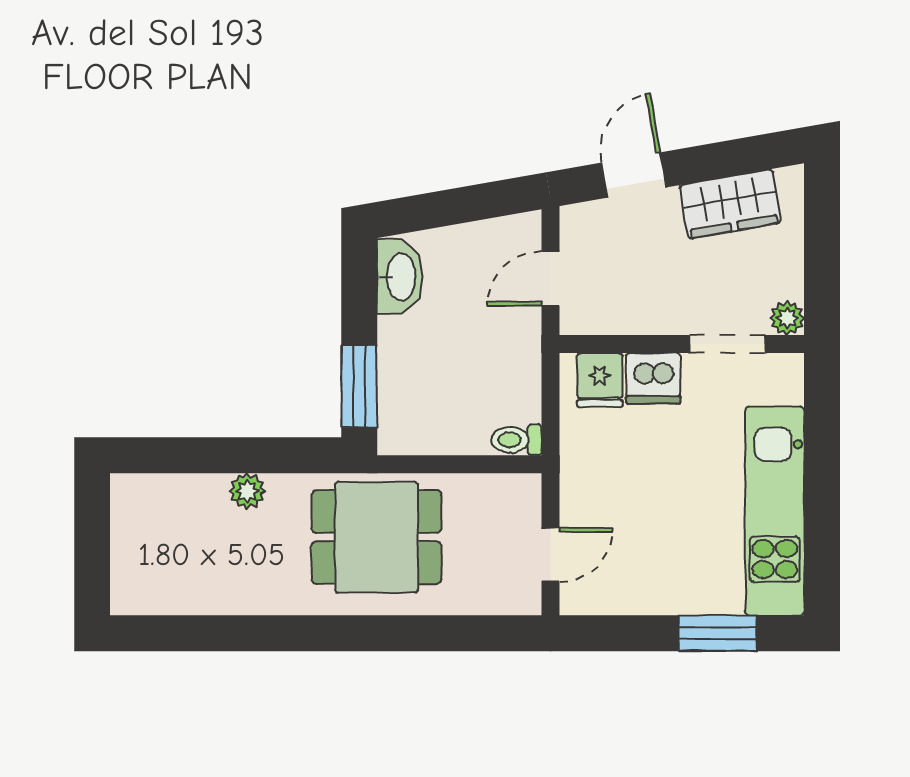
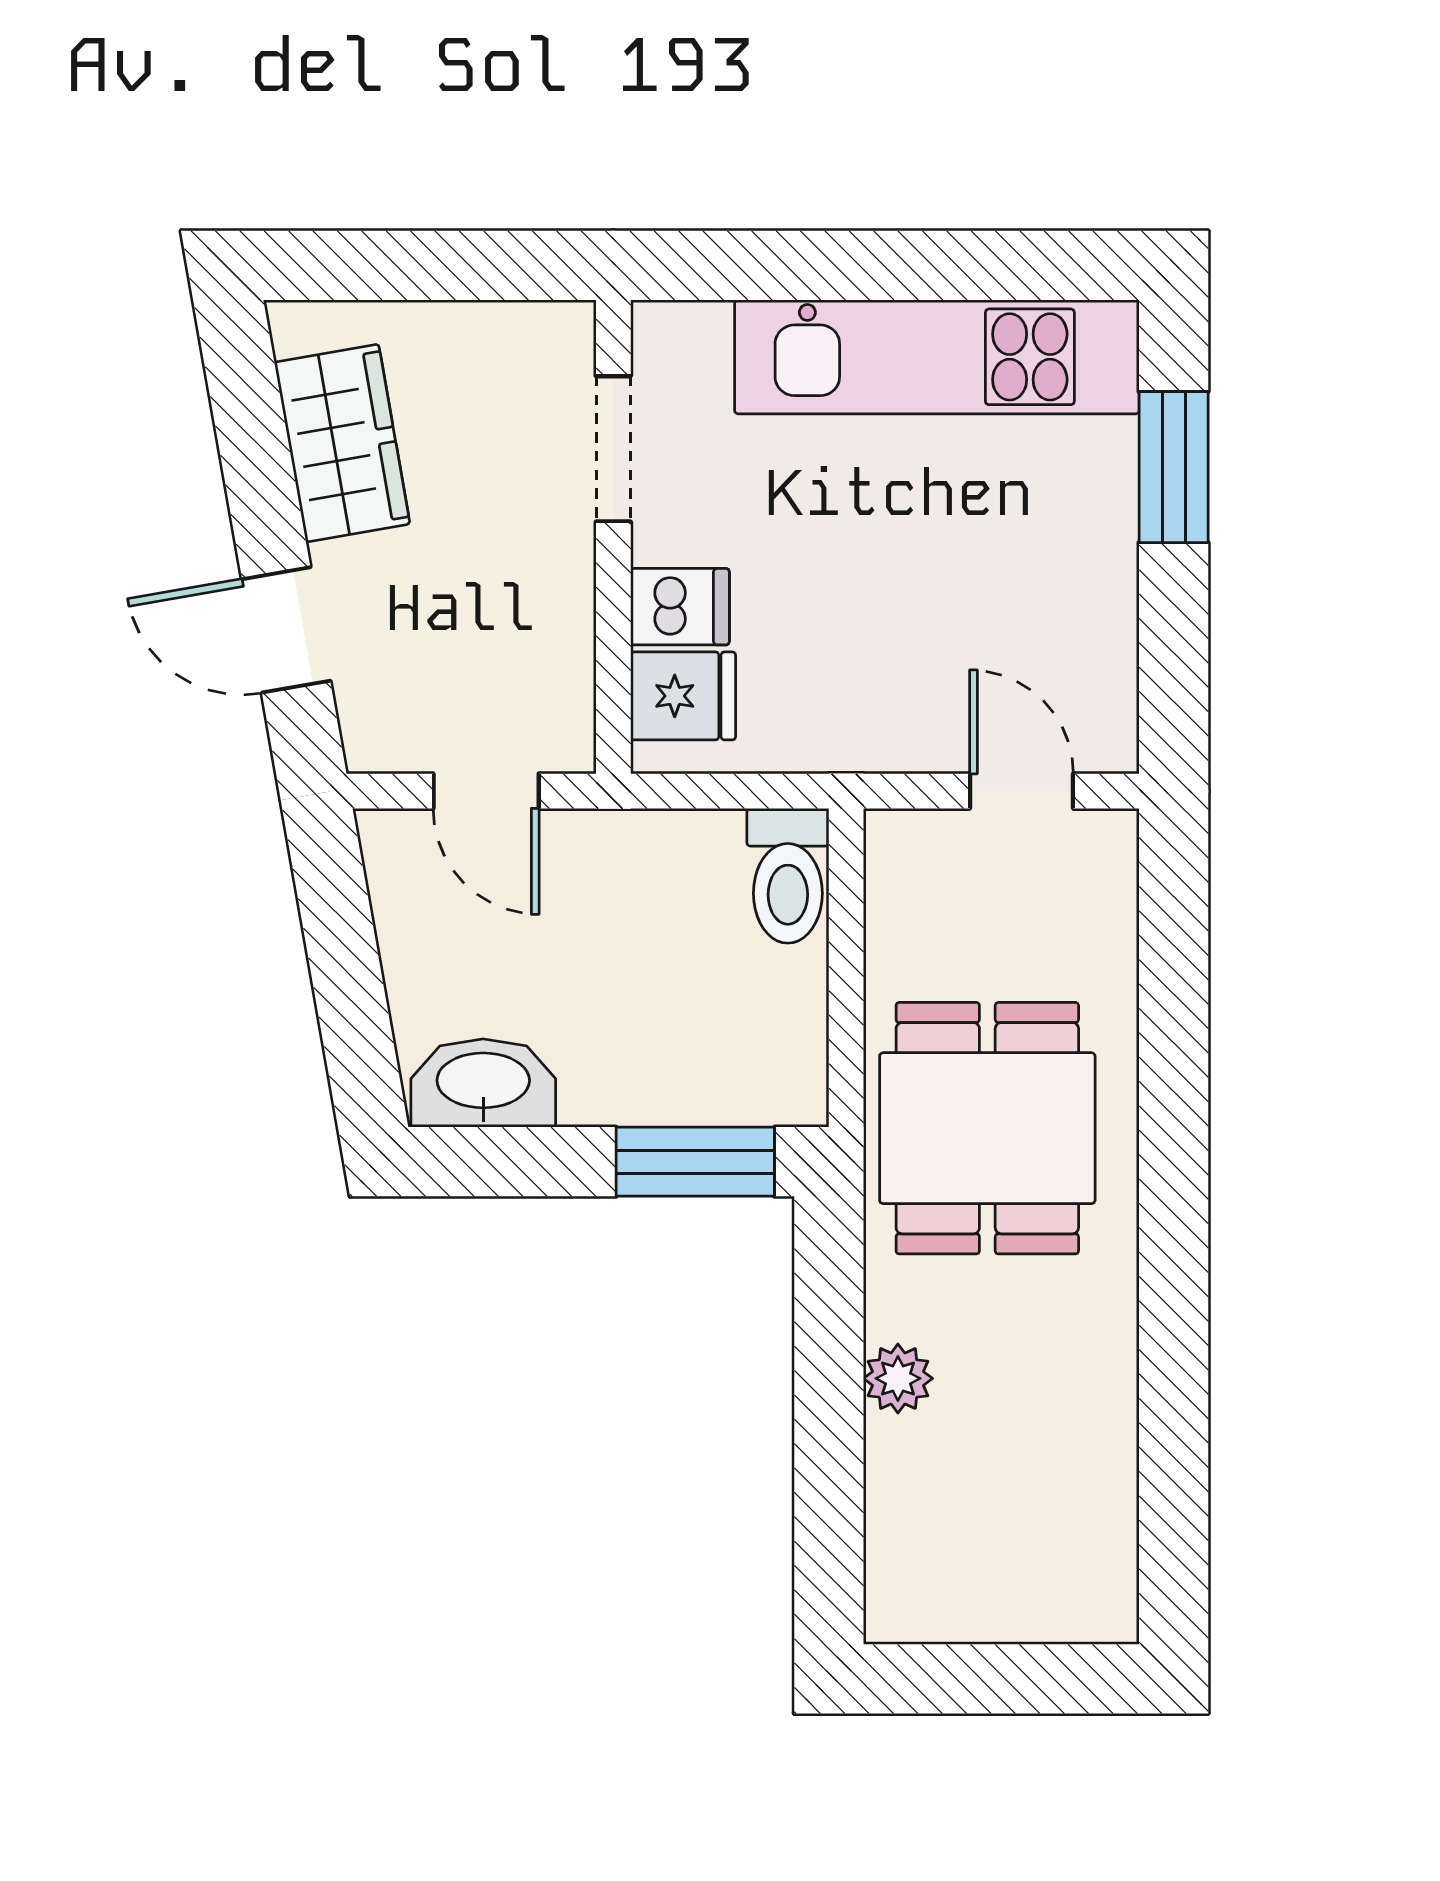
plant: (787, 318) -> (563, 333), removed
dishwasher: (653, 378) -> (680, 607), width x0.73
toilet: (517, 440) -> (788, 876), width x1.37, depth x1.39

